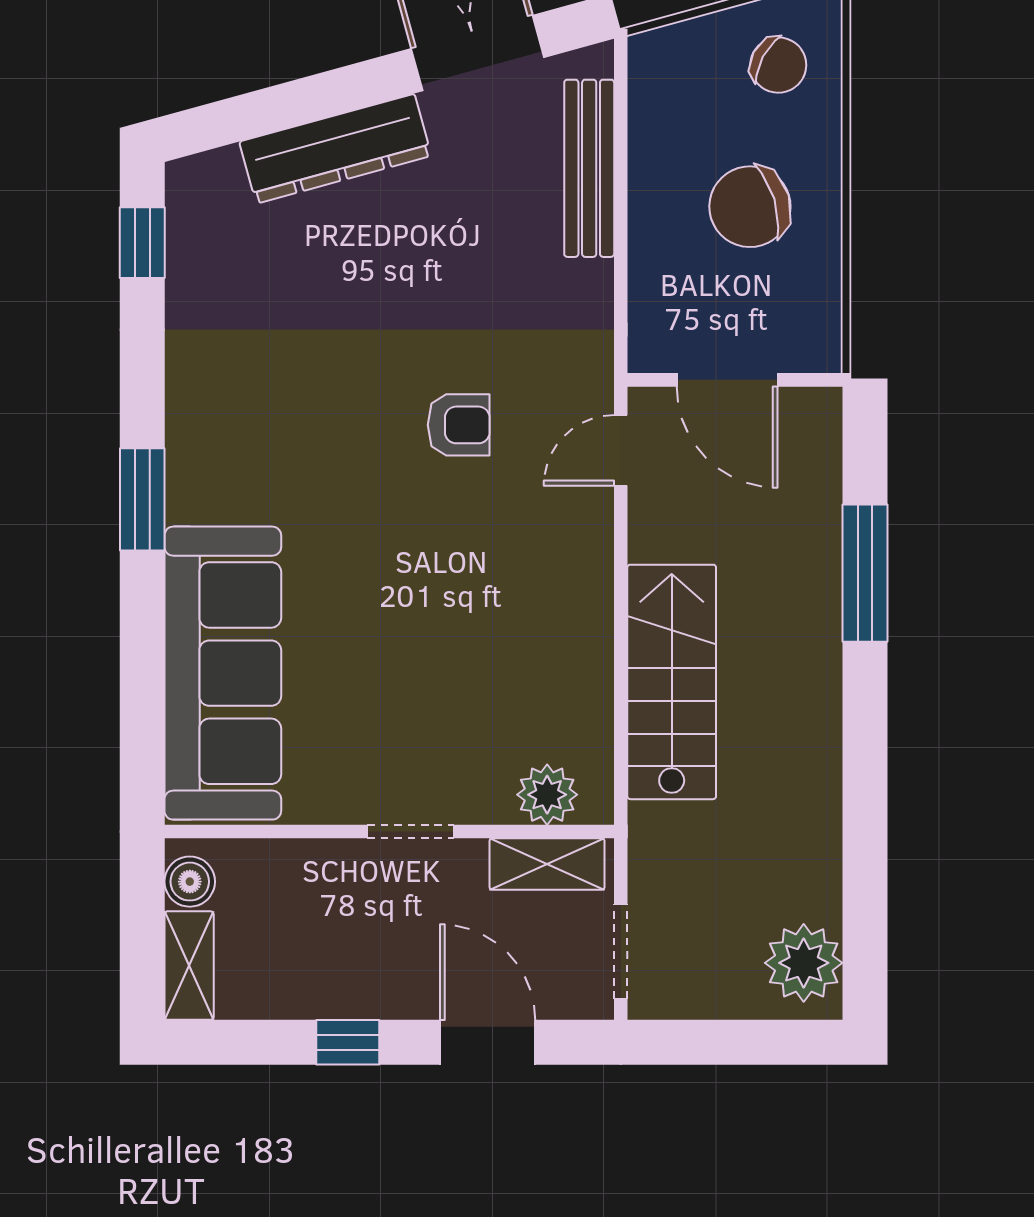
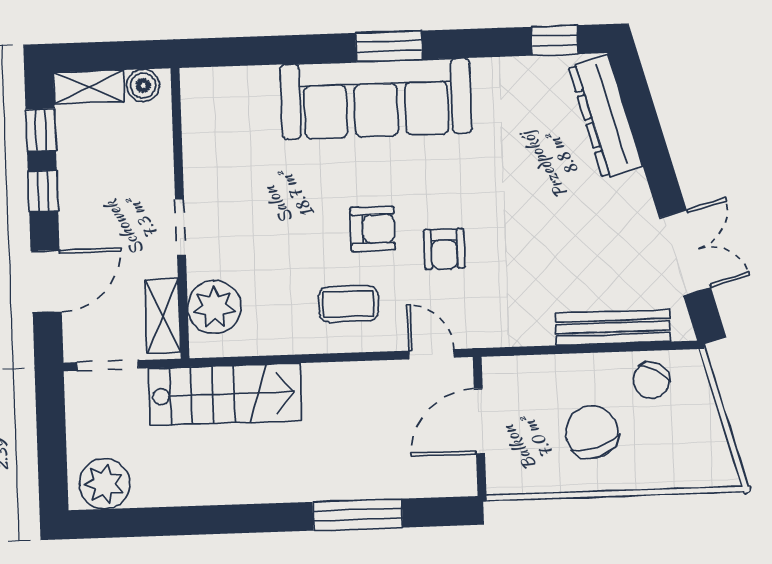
chair: (778, 65) -> (651, 381), moved
dresser: (335, 149) -> (605, 116), moved
armchair: (424, 535) -> (373, 229), added
coffee table: (539, 576) -> (348, 304), added
sofa: (223, 673) -> (376, 99), moved
stairs: (672, 682) -> (225, 394), moved
plant: (547, 795) -> (214, 307), width x1.36, depth x1.36
window: (253, 1042) -> (41, 130), added

